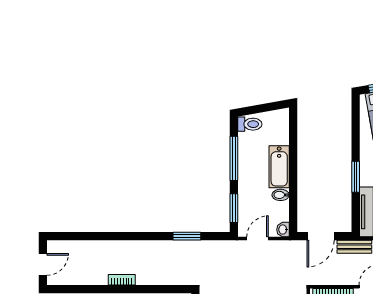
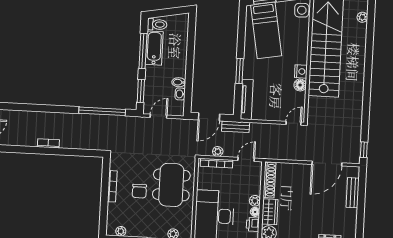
bathtub: (279, 167) -> (154, 48), moved, turned 180
washbasin: (283, 230) -> (180, 94), moved
window: (187, 236) -> (102, 111), width x2.11
plant: (334, 279) -> (218, 151), added

